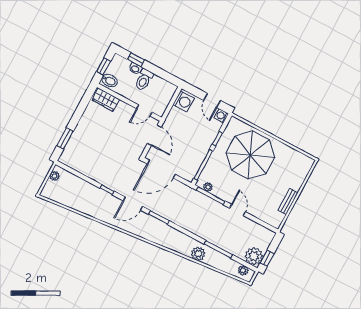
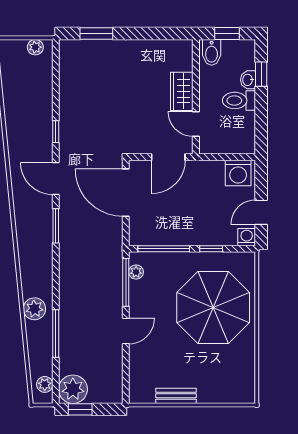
wardrobe: (106, 100) -> (182, 91), moved

